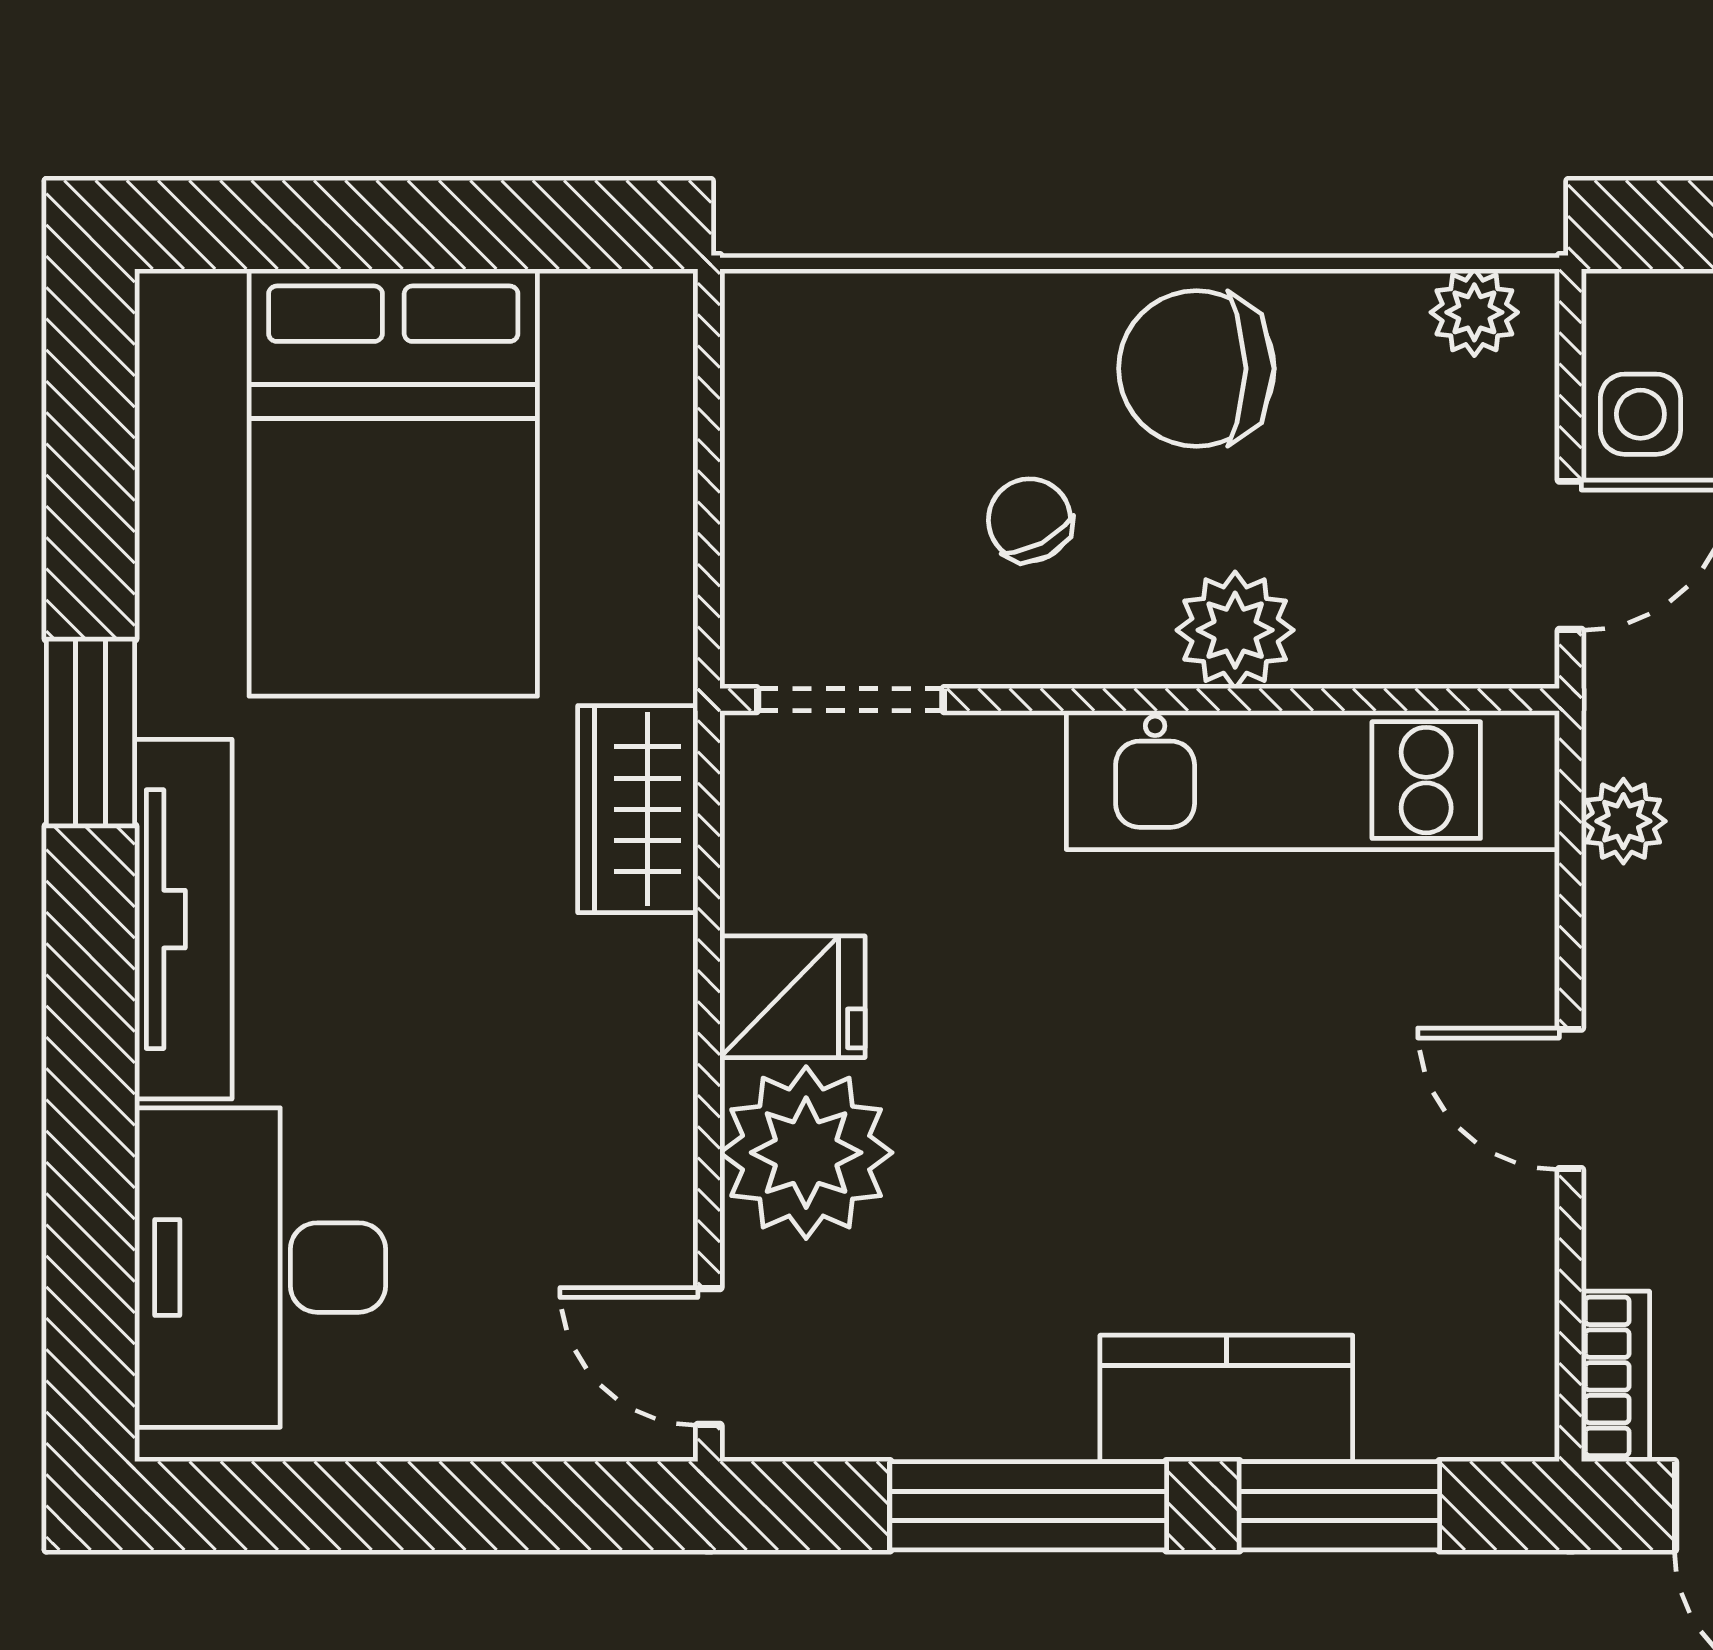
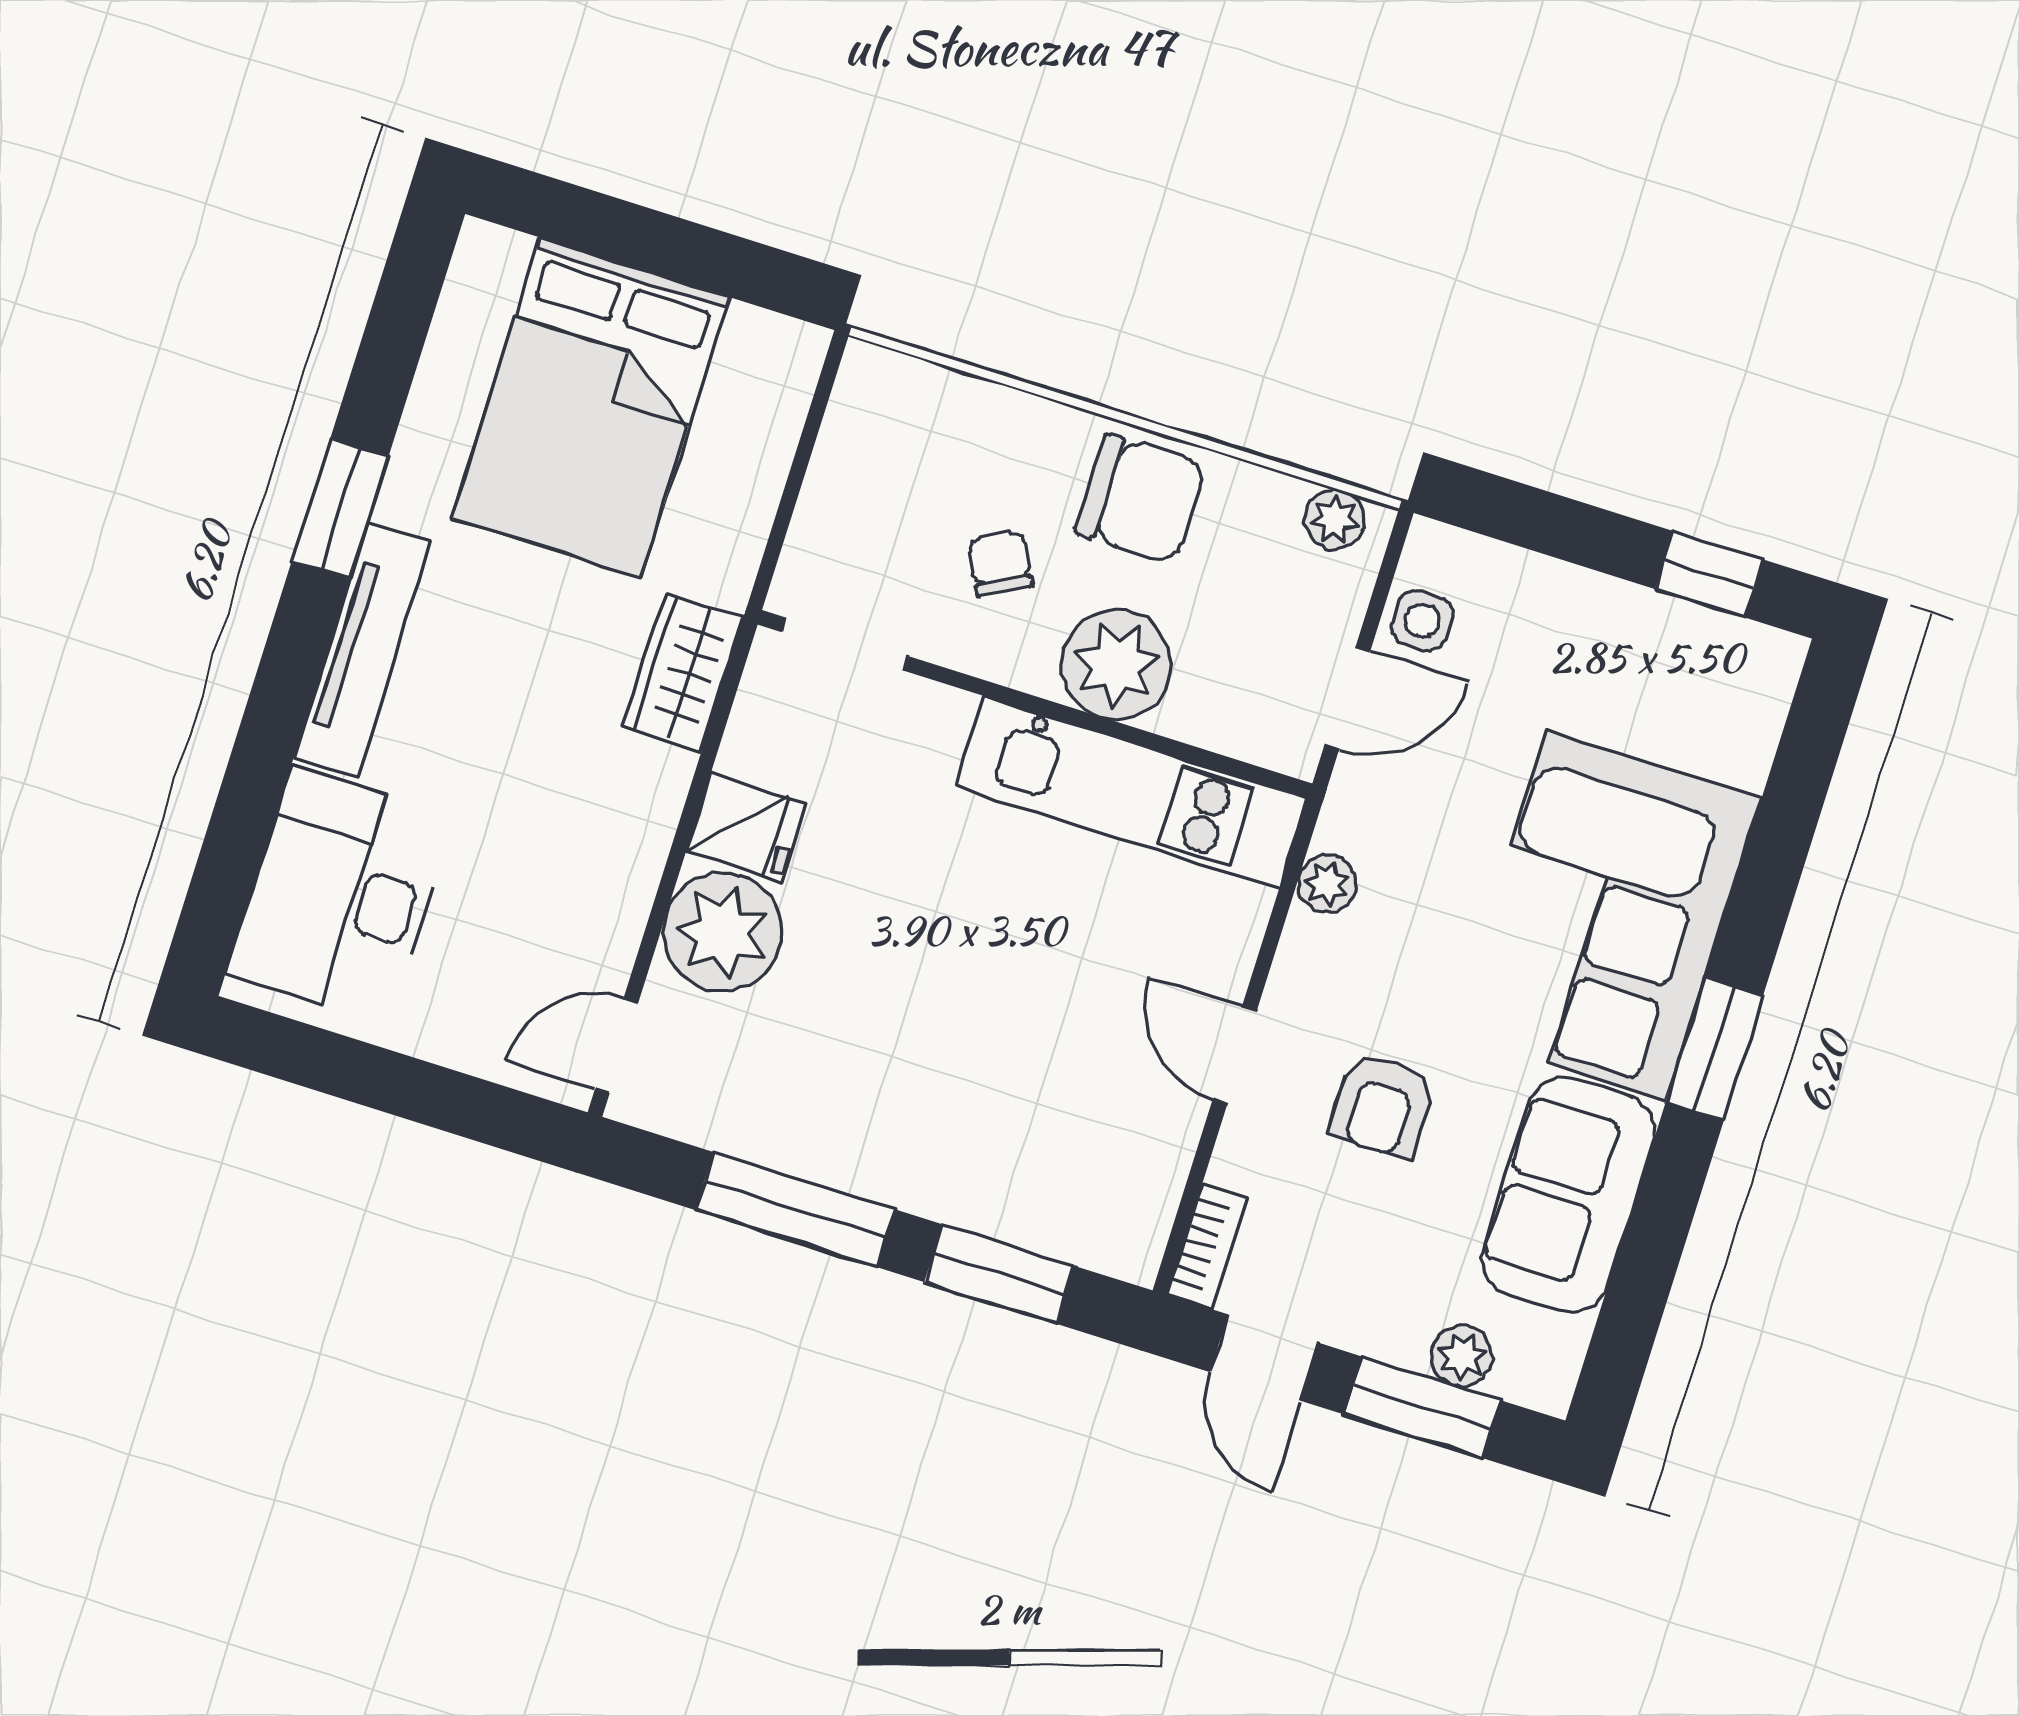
chair: (1196, 369) -> (1141, 499), turned 180
plant: (1235, 630) -> (1116, 664), width x1.36, depth x1.36
door: (709, 1356) -> (617, 1046), hinge flipped
kitchen counter: (1226, 1398) -> (947, 1180), removed

